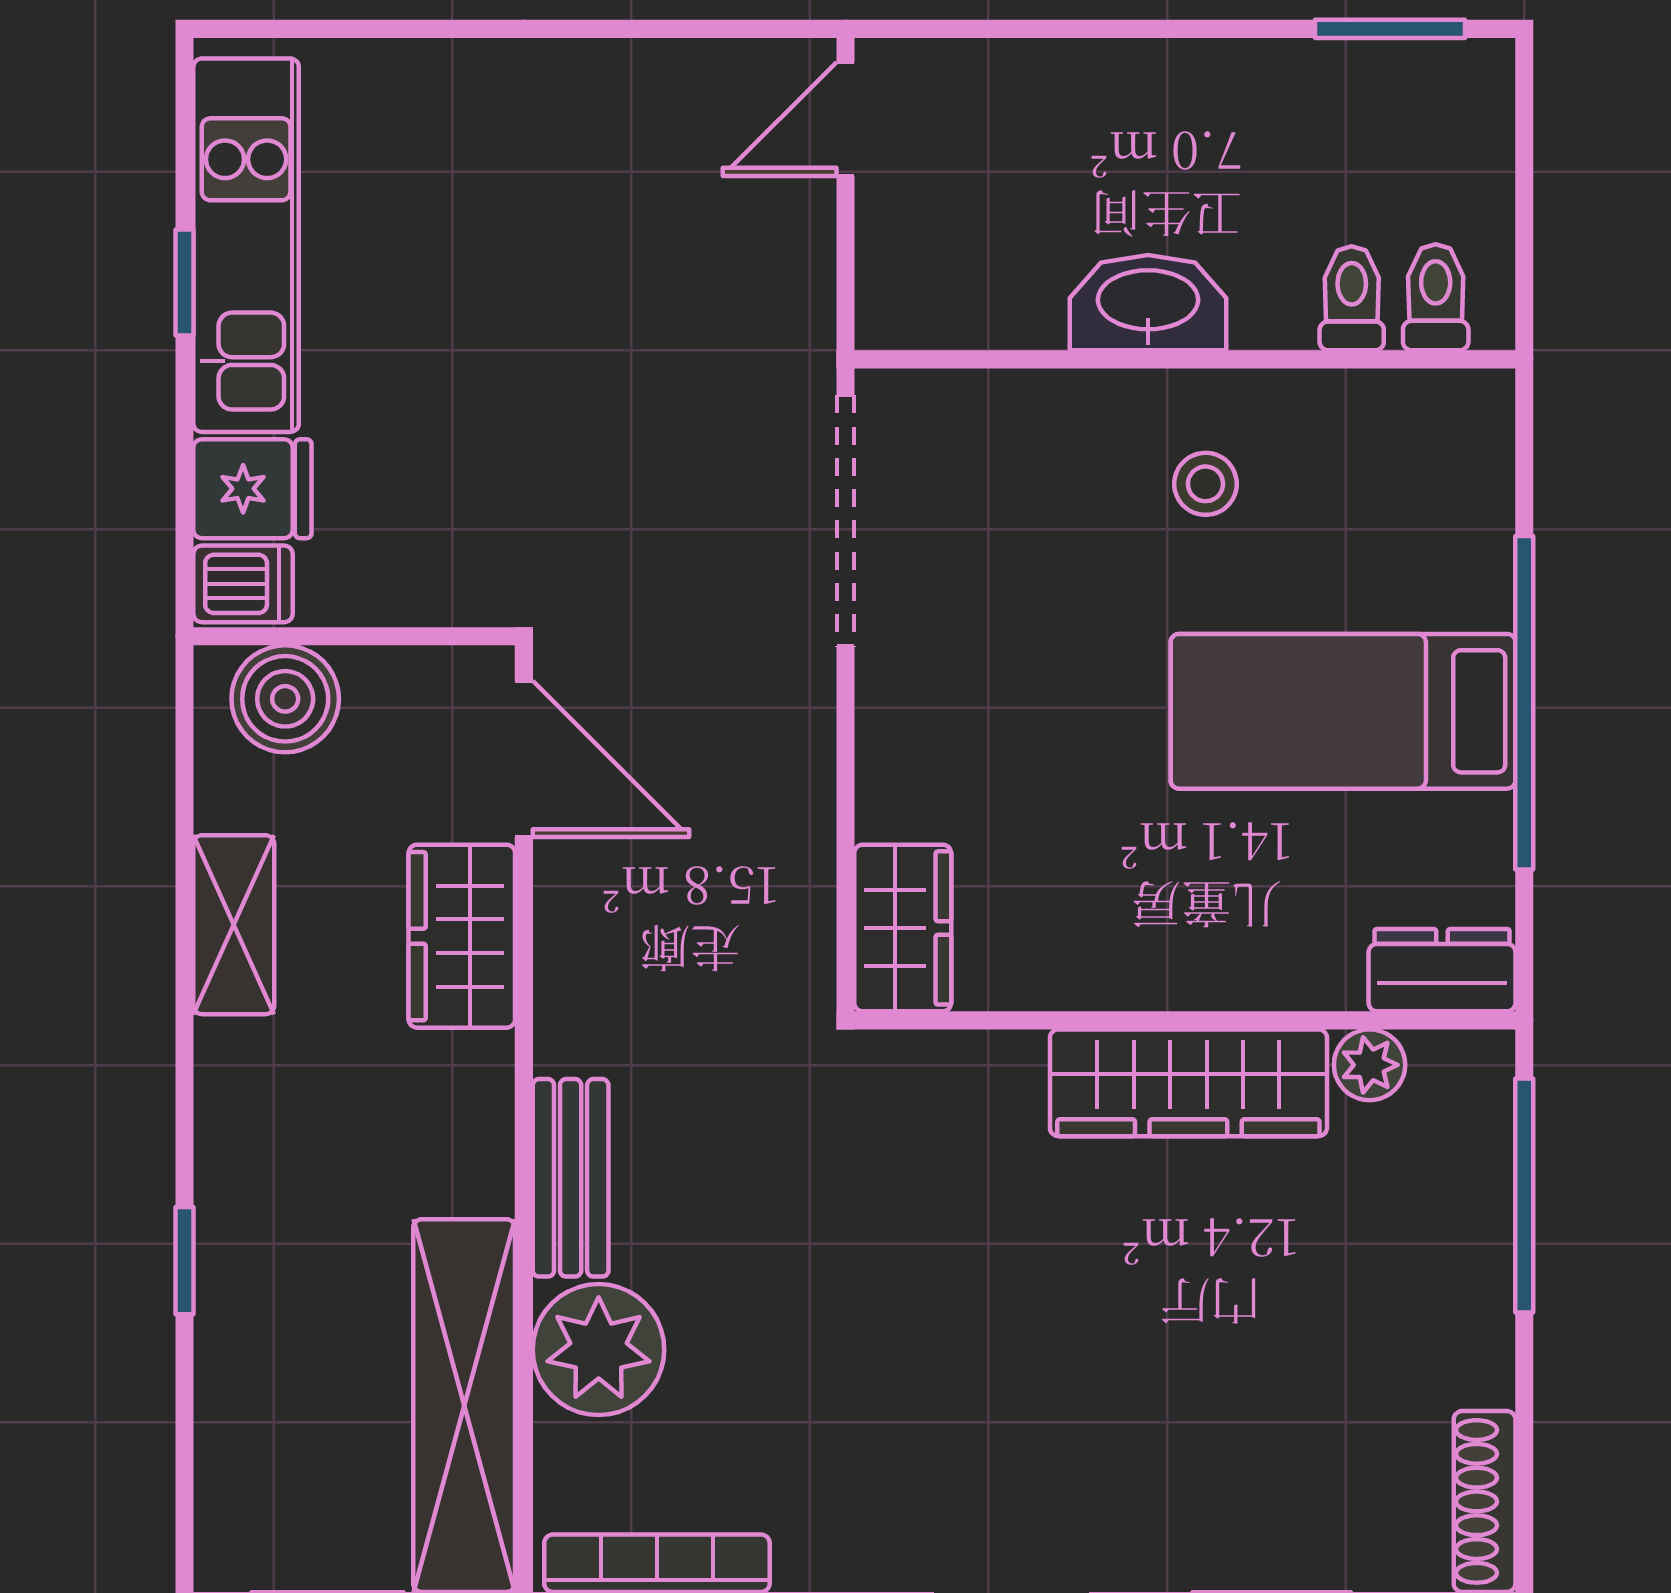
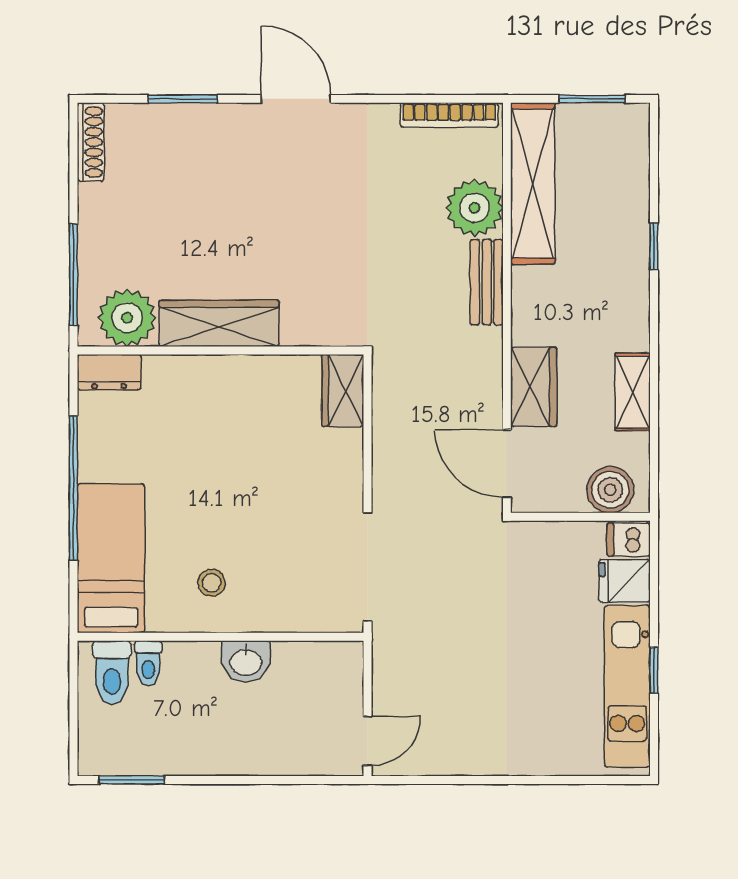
toilet: (1436, 297) -> (112, 673), width x1.37, depth x1.39
washbasin: (1148, 303) -> (246, 661), width x0.72
bed: (1343, 711) -> (111, 558), moved, turned -90
plant: (1370, 1065) -> (127, 318), width x1.88, depth x1.88

